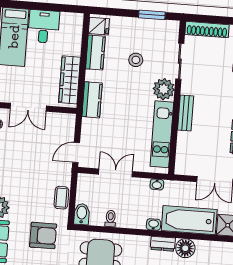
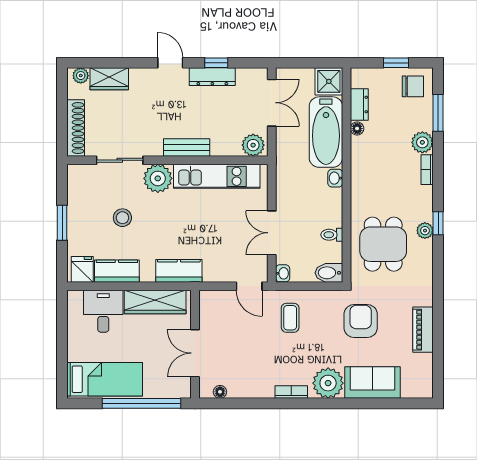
window: (152, 15) -> (62, 223), moved
desk: (44, 26) -> (103, 311), moved, turned 90
double door: (28, 107) -> (195, 353), swing flipped
plant: (184, 164) -> (253, 145), added
washbasin: (157, 184) -> (283, 273), moved
coffee table: (61, 198) -> (290, 318), moved, turned 90
dresser: (163, 244) -> (359, 105), moved
floor lamp: (185, 248) -> (357, 128), width x0.53, depth x0.53

